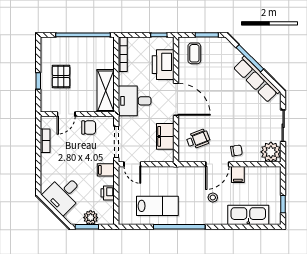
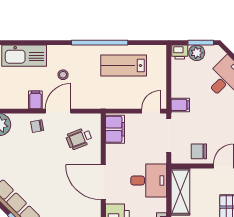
filing cabinet: (165, 136) -> (115, 129), moved
door: (132, 164) -> (151, 111), hinge flipped
printer: (108, 193) -> (180, 52), moved, turned 90

